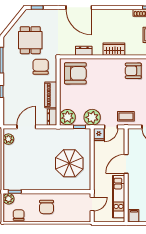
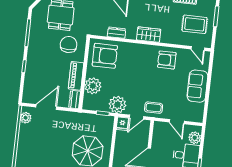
plant: (67, 117) -> (93, 86), moved

